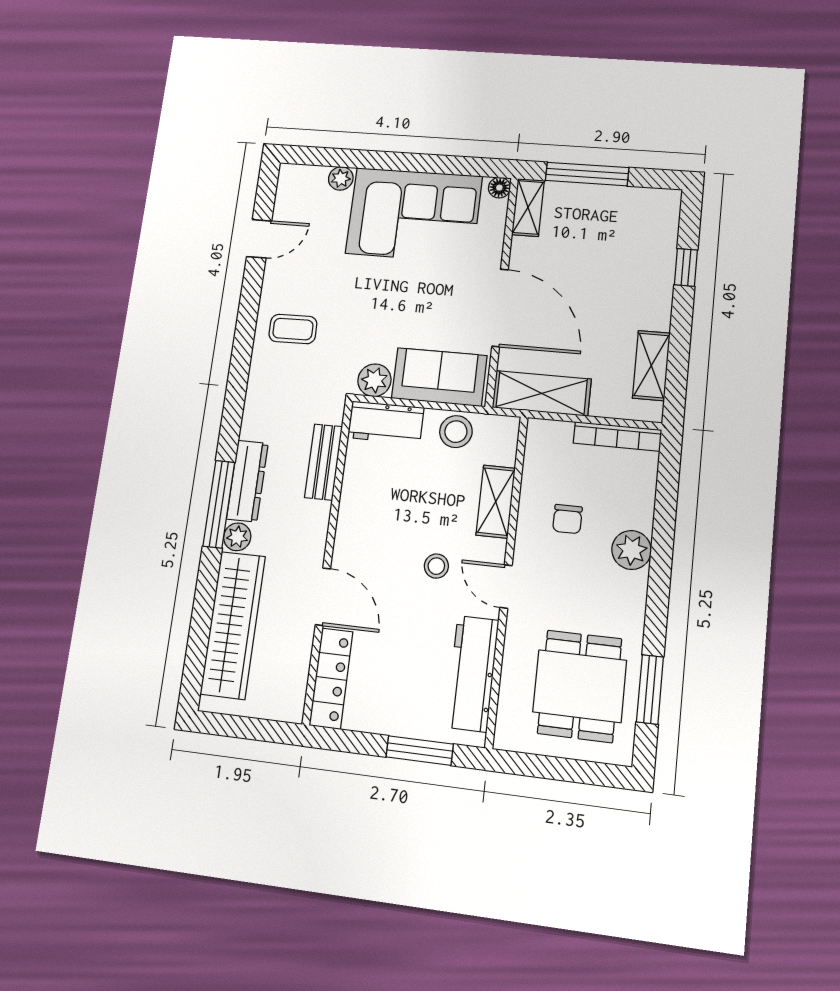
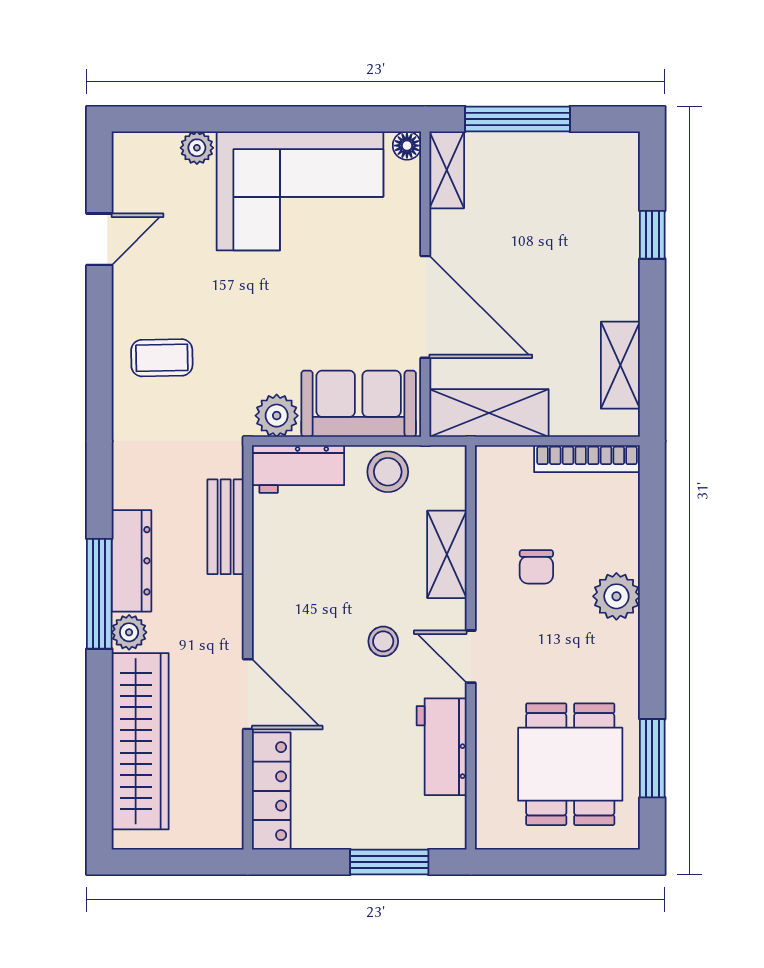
workbench: (472, 673) -> (442, 747), width x0.73

